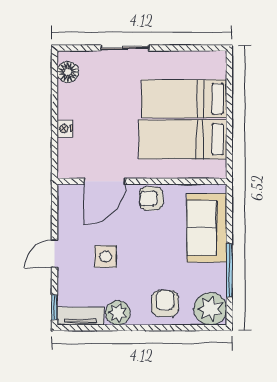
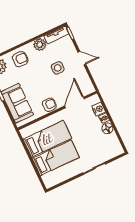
floor lamp: (68, 72) -> (107, 128), moved
nightstand: (67, 150) -> (99, 109), added
door: (55, 254) -> (82, 58), hinge flipped
armchair: (165, 304) -> (20, 59), turned -90

